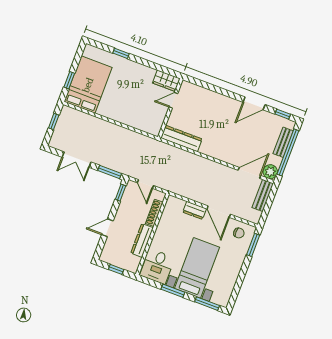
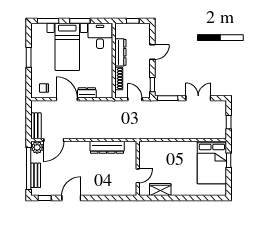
window: (121, 53) -> (195, 198), removed
wardrobe: (166, 81) -> (160, 190), moved
dresser: (181, 138) -> (107, 147), moved
window: (253, 245) -> (29, 57), moved

